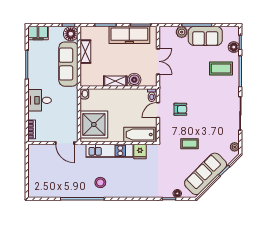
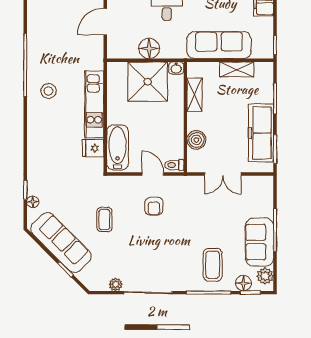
plant: (182, 32) -> (265, 276), moved
floor lamp: (71, 34) -> (149, 48), moved
shelving: (115, 81) -> (194, 95), moved
shower: (94, 125) -> (148, 82), moved
door: (65, 143) -> (105, 22), moved
plant: (235, 147) -> (116, 284), moved

